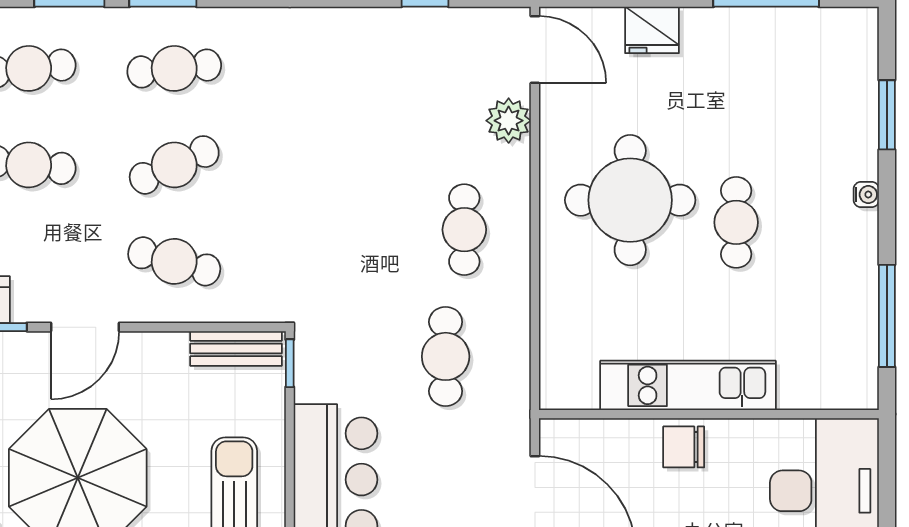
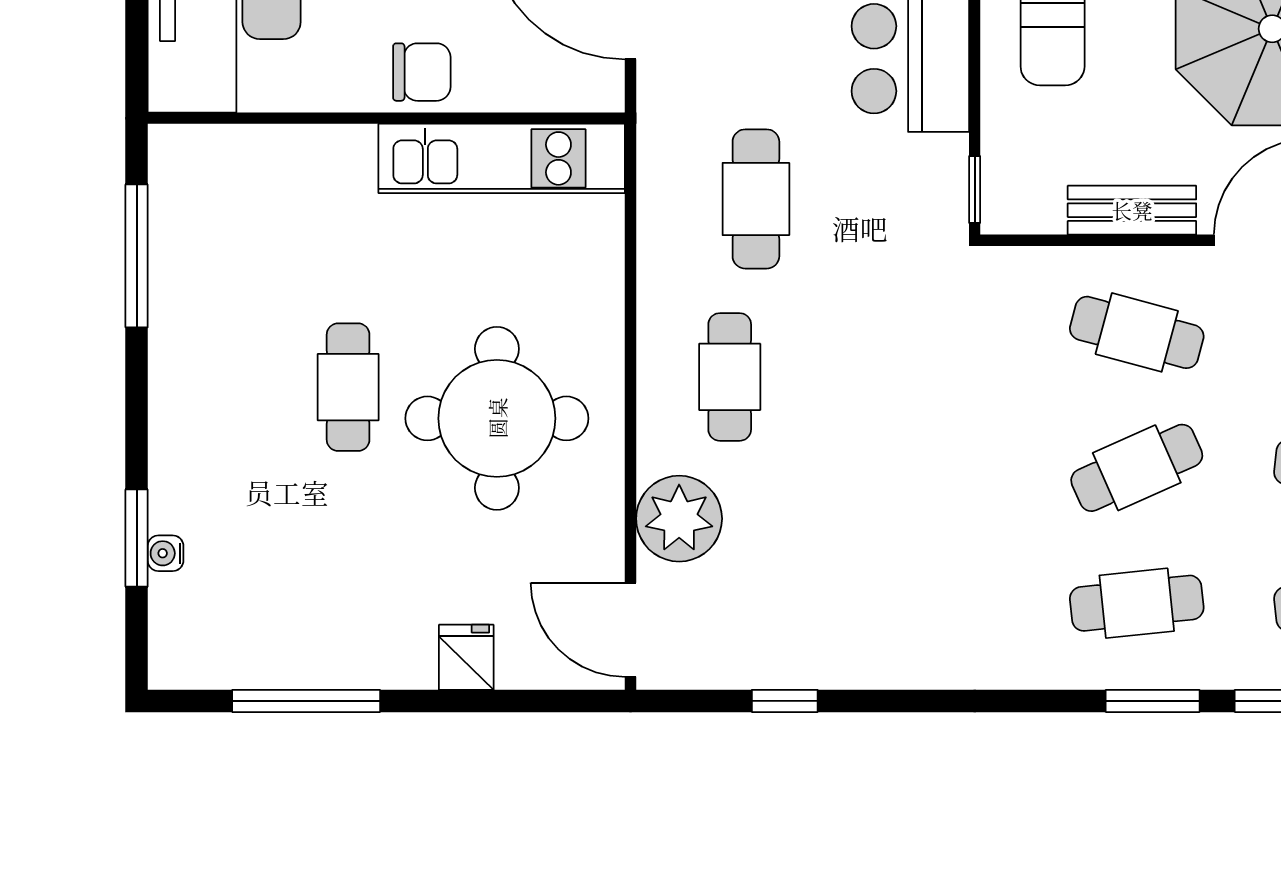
fridge: (652, 30) -> (466, 657), width x0.72
plant: (509, 121) -> (679, 519), width x1.36, depth x1.36
water cooler: (866, 195) -> (166, 553), moved
bench: (236, 349) -> (1132, 210), moved
kitchen unit: (688, 385) -> (502, 158), moved

